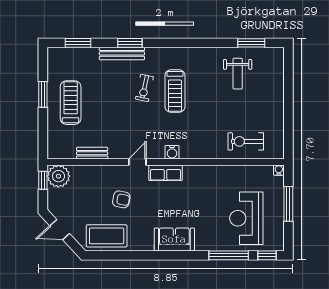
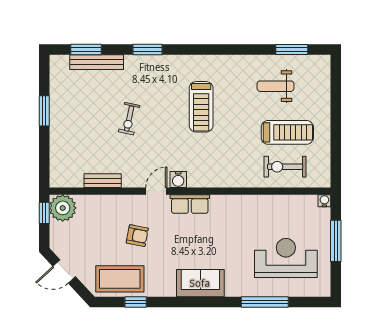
bench: (122, 53) -> (97, 62), moved
weight bench: (238, 74) -> (275, 86), turned 90
exercise bike: (144, 88) -> (129, 119), moved
treadmill: (71, 103) -> (287, 132), moved, turned 90
water cooler: (172, 152) -> (178, 180), moved
reception desk: (246, 218) -> (286, 258), turned 90
window: (267, 255) -> (136, 302), moved

